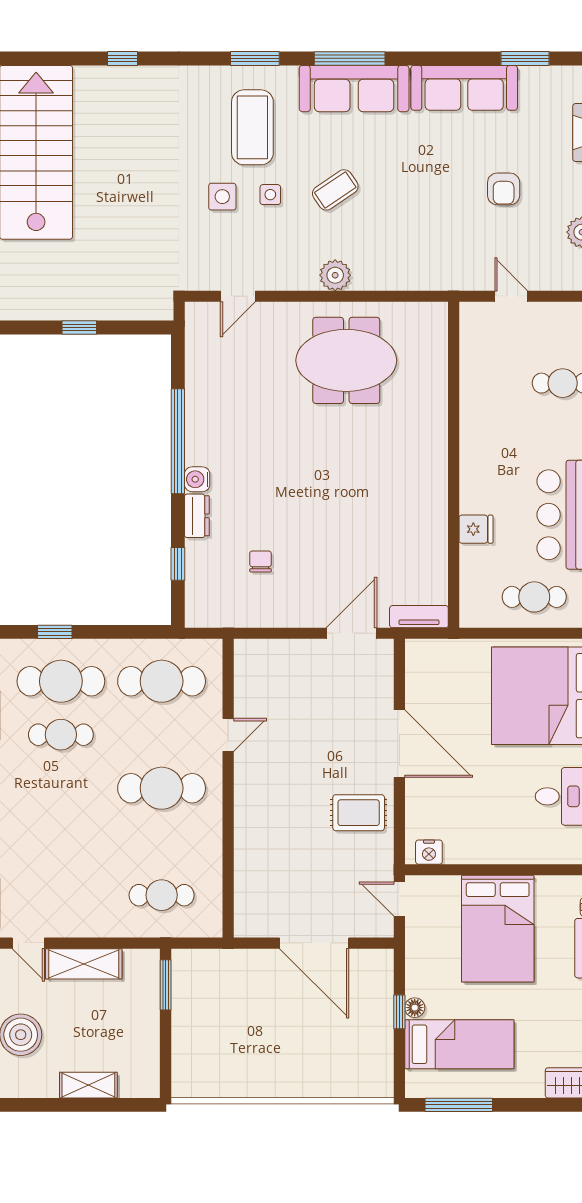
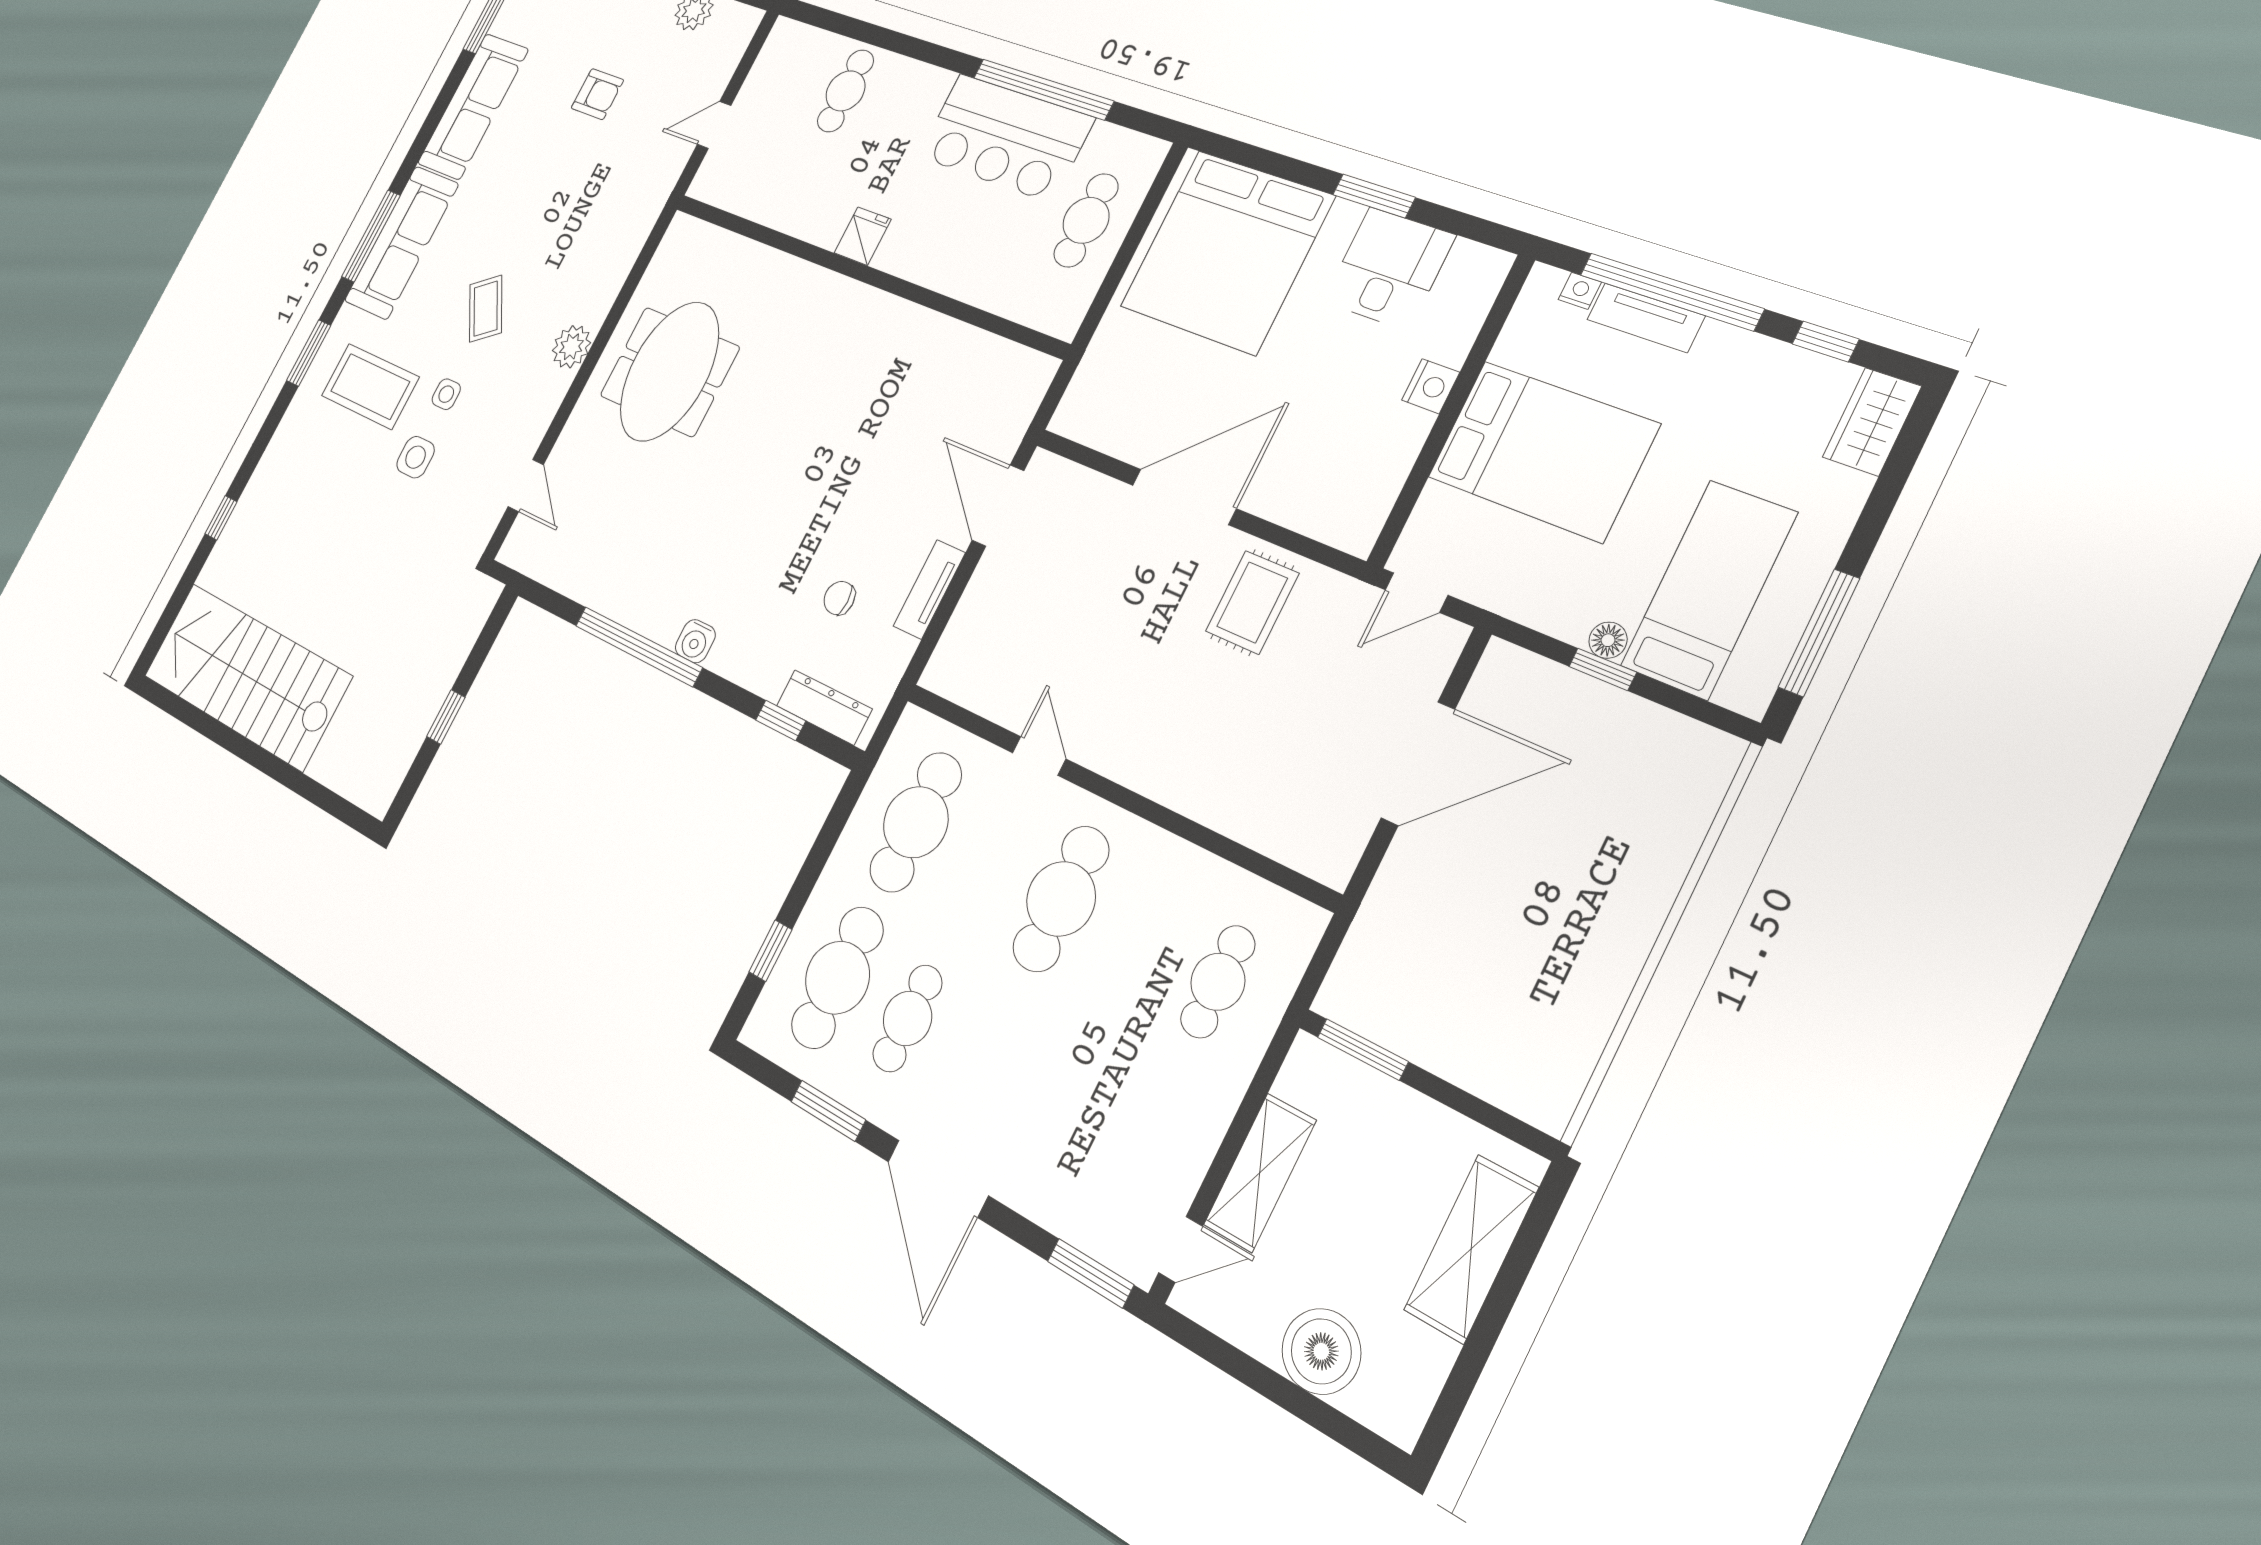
dresser: (197, 516) -> (824, 707), moved, width x1.44
fridge: (476, 529) -> (863, 236), moved
tv unit: (419, 617) -> (929, 589), moved
nightstand: (429, 852) -> (1431, 386), moved
shelving: (88, 1085) -> (1471, 1249), width x1.50, depth x1.33

